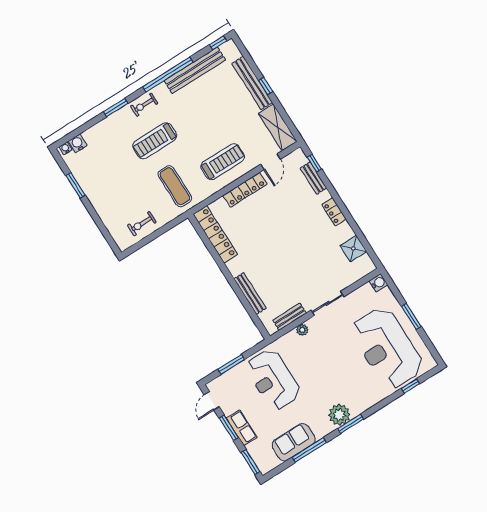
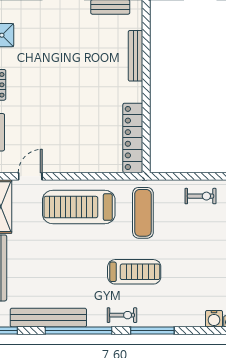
window: (116, 108) -> (152, 331), width x1.44
treadmill: (223, 162) -> (79, 207), width x1.37, depth x1.38
locker: (245, 190) -> (74, 164), removed

